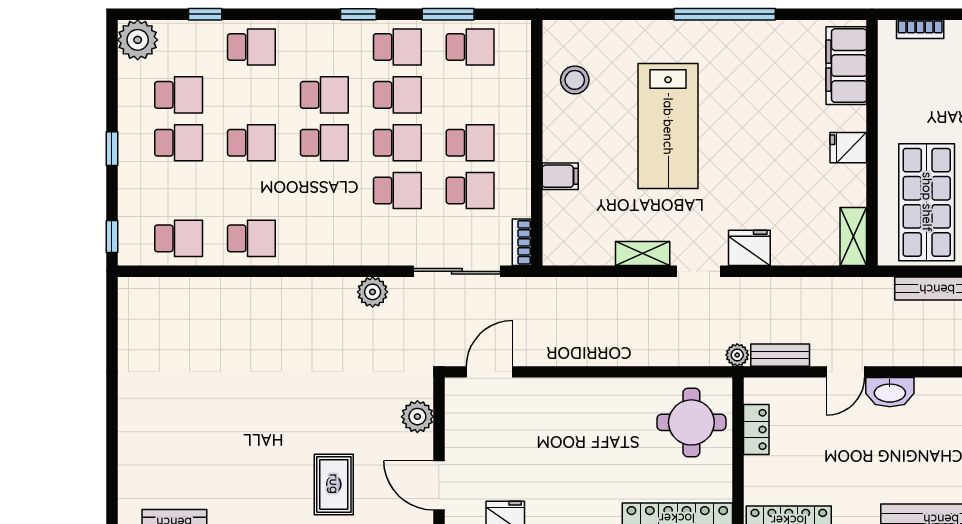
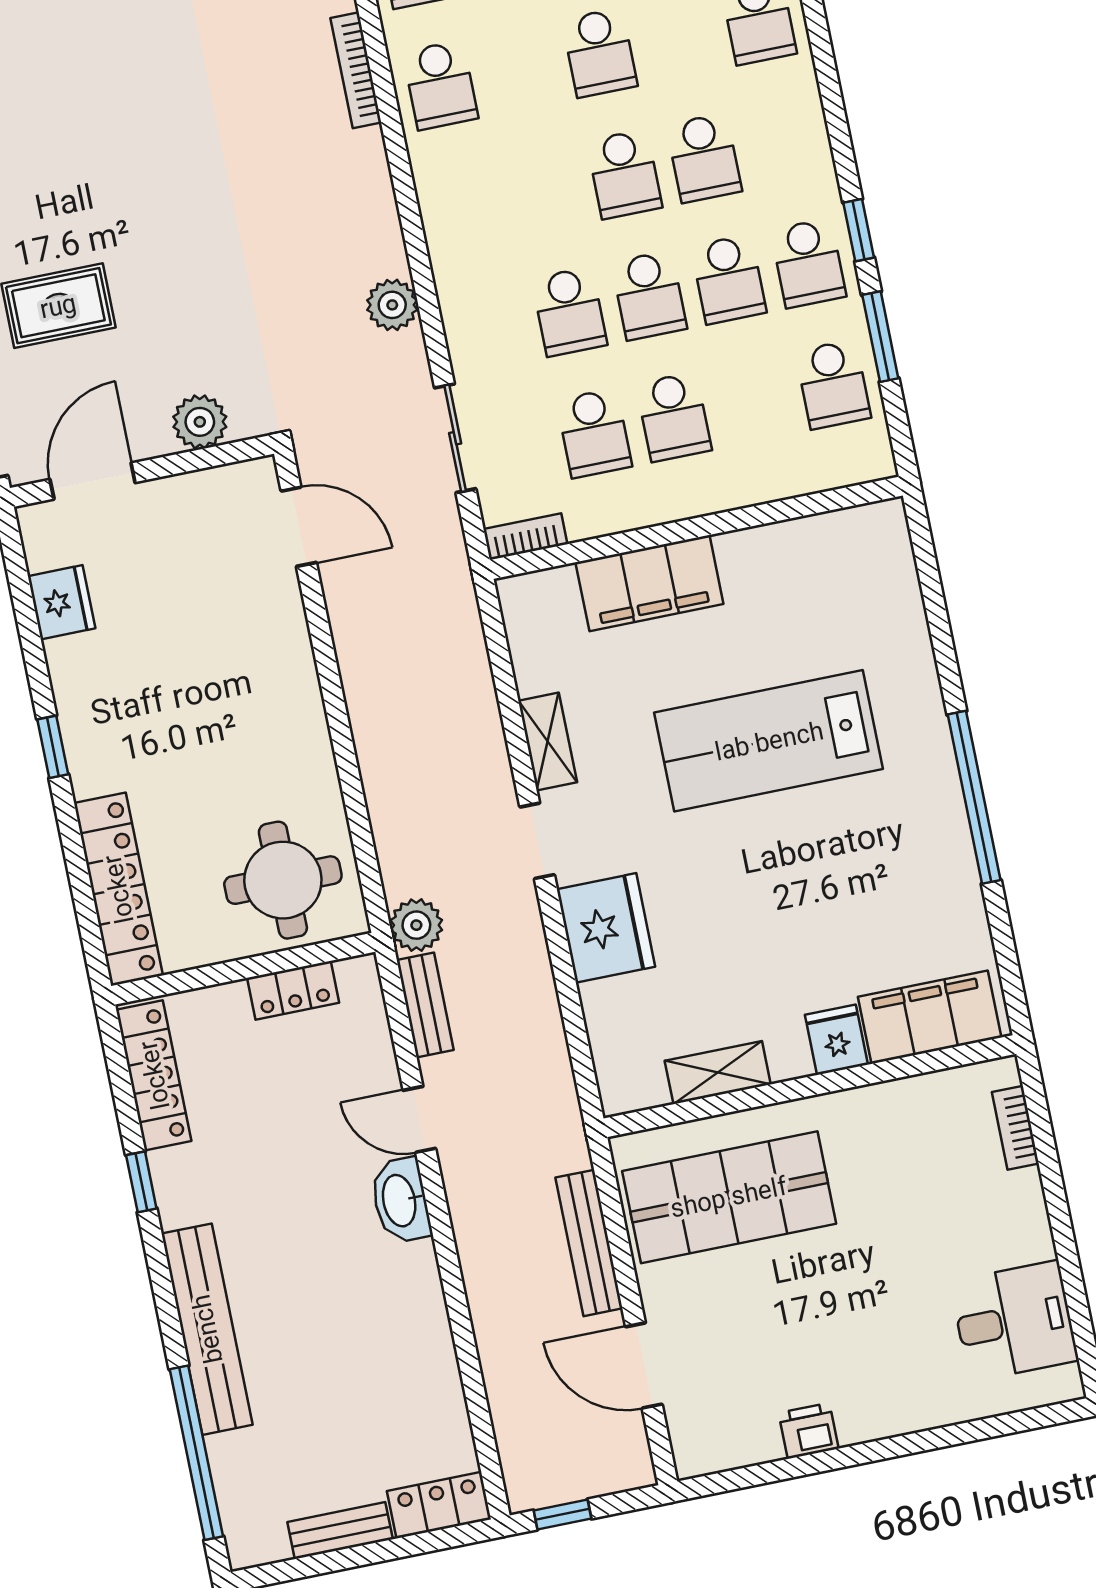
window: (358, 14) -> (859, 230), moved
stool: (575, 80) -> (814, 570), removed
fridge: (848, 148) -> (836, 1040), moved
filing cabinet: (560, 176) -> (649, 583), width x3.00, depth x1.17
shelving: (853, 237) -> (718, 1072), moved
fridge: (749, 248) -> (606, 928), width x1.36, depth x1.34
sliding door: (457, 271) -> (455, 438), width x0.73
bookcase: (233, 285) -> (356, 70), added
plant: (737, 355) -> (416, 925), width x1.38, depth x1.38

